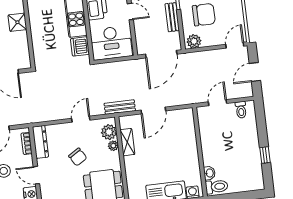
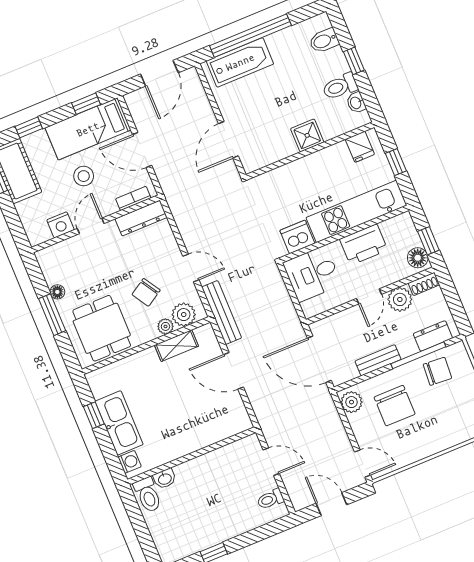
desk: (111, 43) -> (312, 274), width x0.73
bench: (120, 107) -> (222, 312), width x1.36
chair: (78, 157) -> (146, 292), moved

